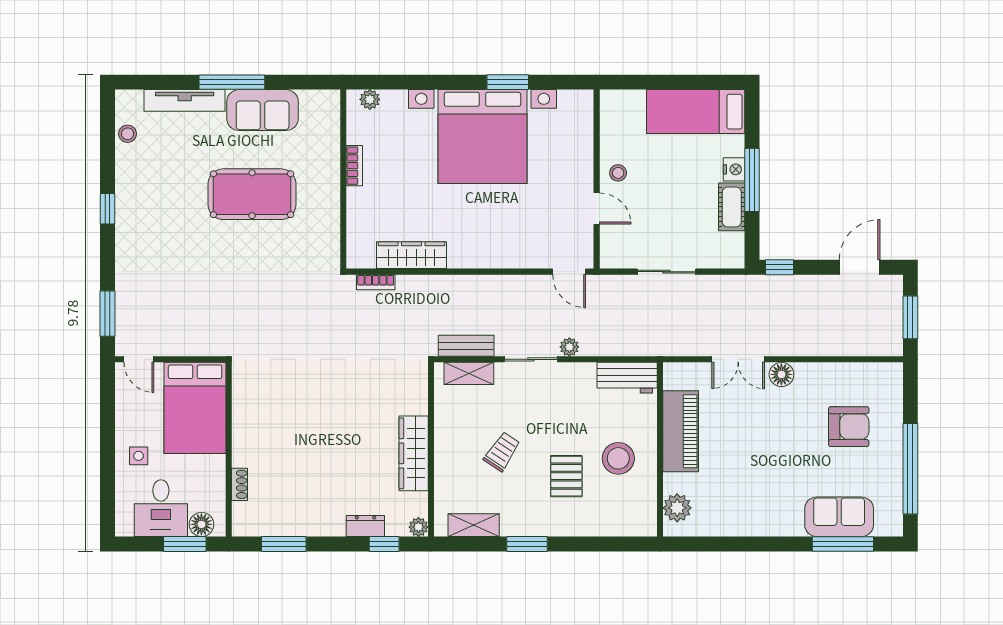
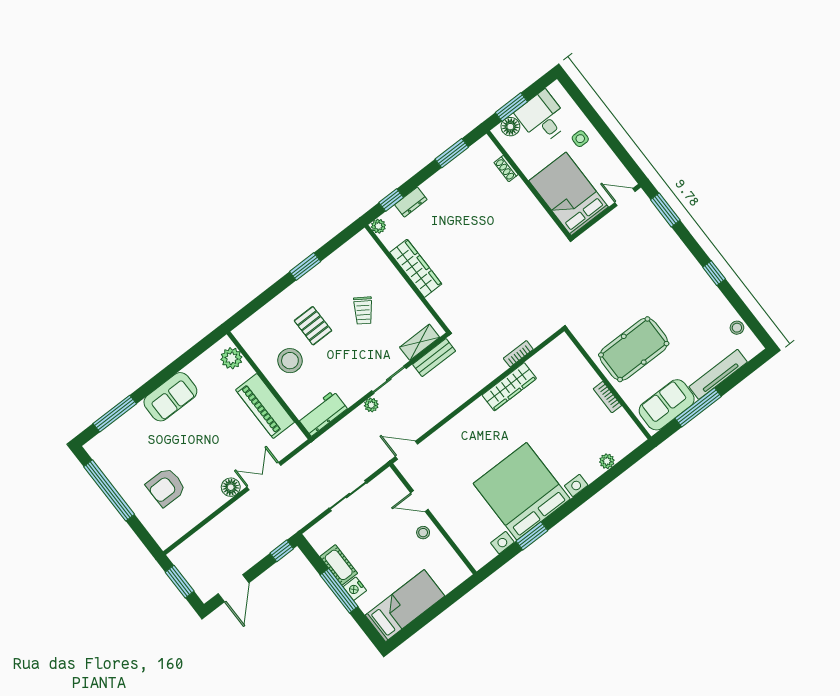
bookcase: (354, 166) -> (607, 397), moved
wall: (343, 179) -> (608, 384), moved
sofa: (839, 517) -> (170, 397), moved
shelving: (474, 525) -> (346, 253), removed

